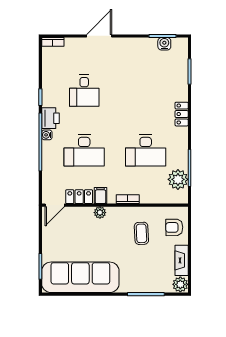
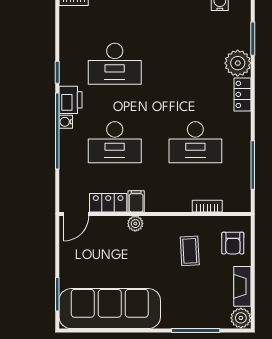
desk: (84, 91) -> (115, 64), width x1.37
plant: (178, 179) -> (238, 63), moved
bookcase: (128, 199) -> (207, 206), moved
armchair: (174, 227) -> (233, 243), turned -89

